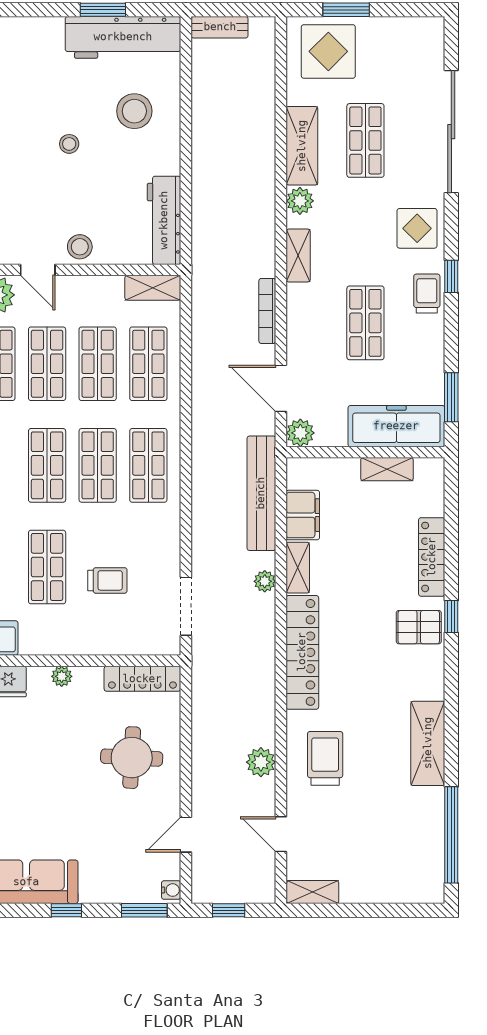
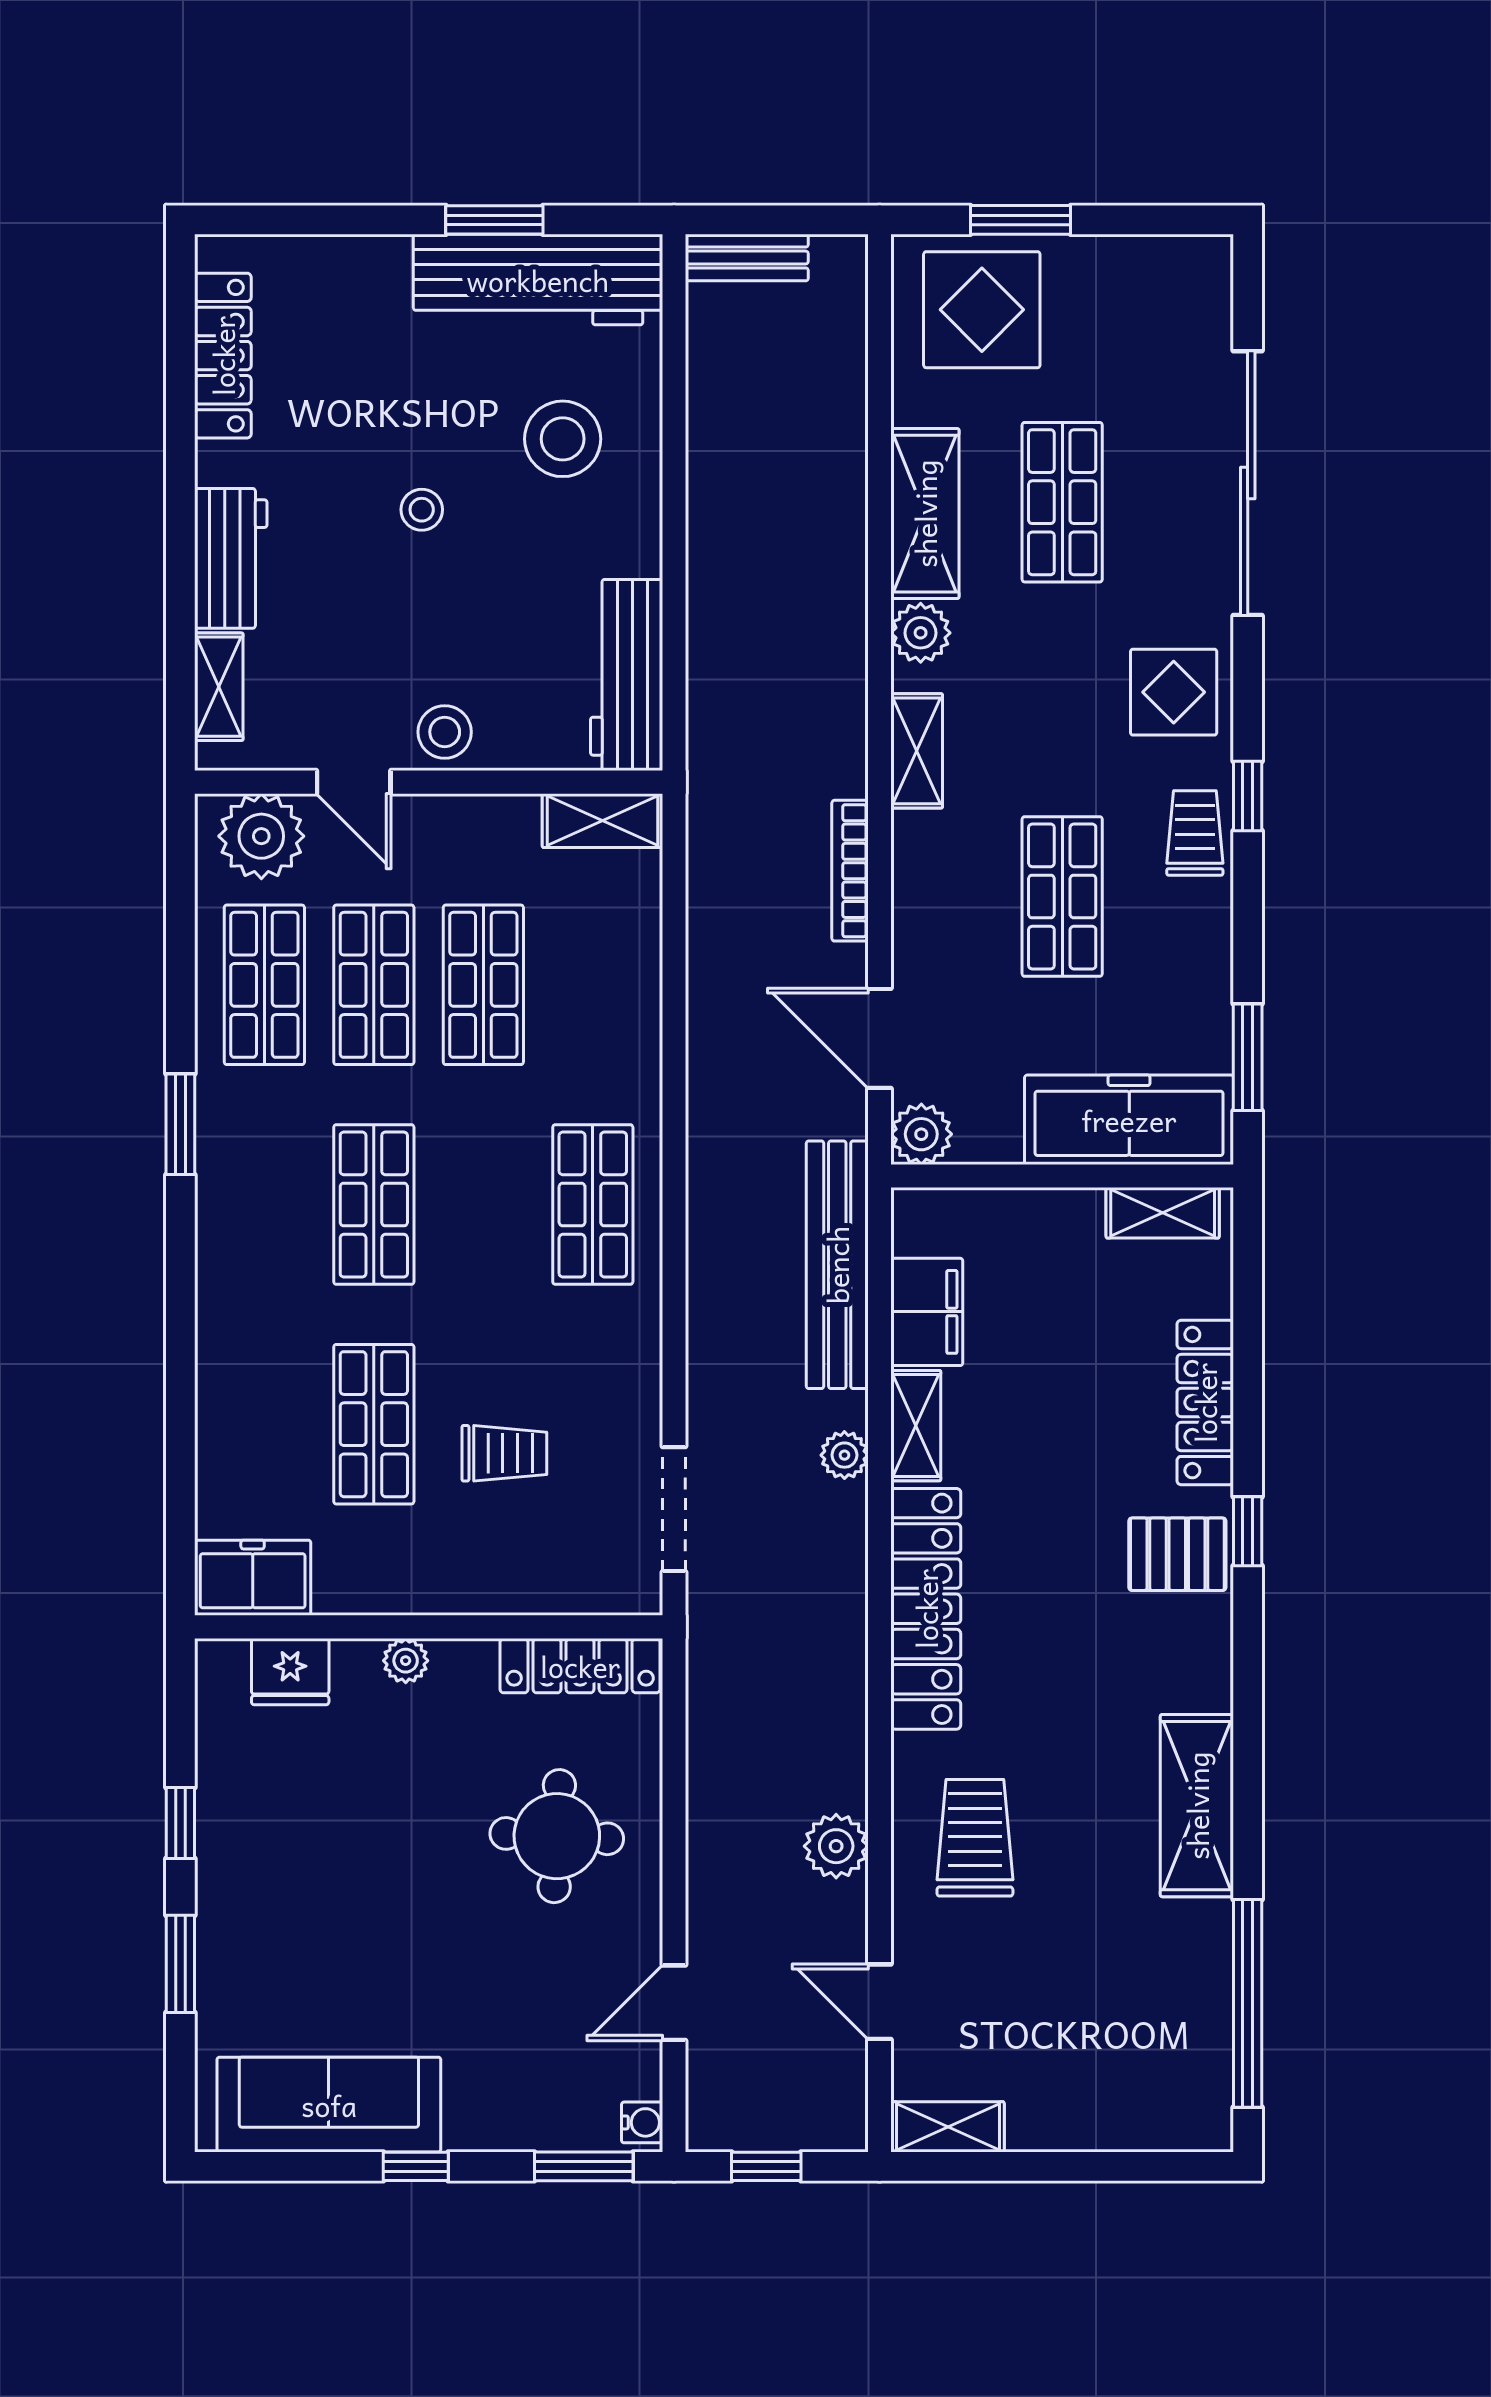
shop shelf: (148, 364) -> (593, 985), removed
shop shelf: (98, 465) -> (483, 1205), removed
shelving: (387, 469) -> (1163, 1213), moved

